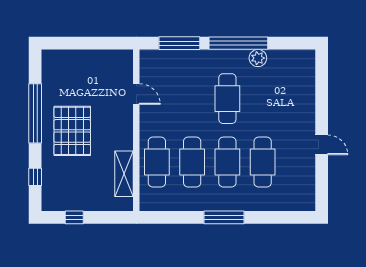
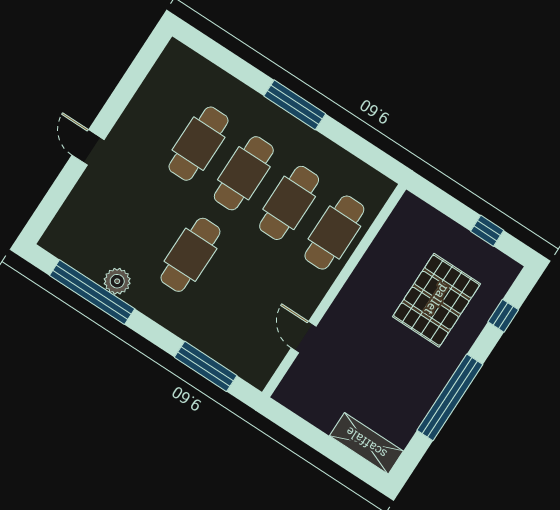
window: (238, 43) -> (92, 292), moved
pallet: (72, 131) -> (437, 300), moved
door: (322, 145) -> (88, 147), moved
shelving: (124, 174) -> (366, 443), moved, turned 90

